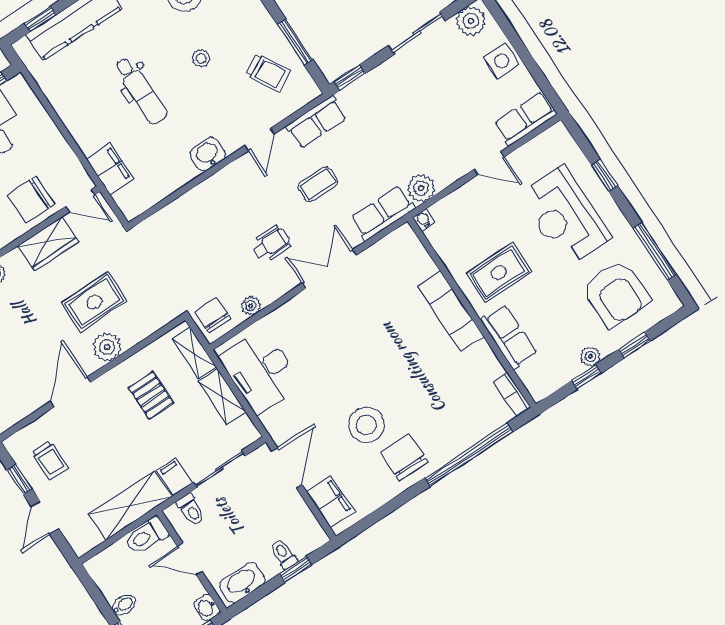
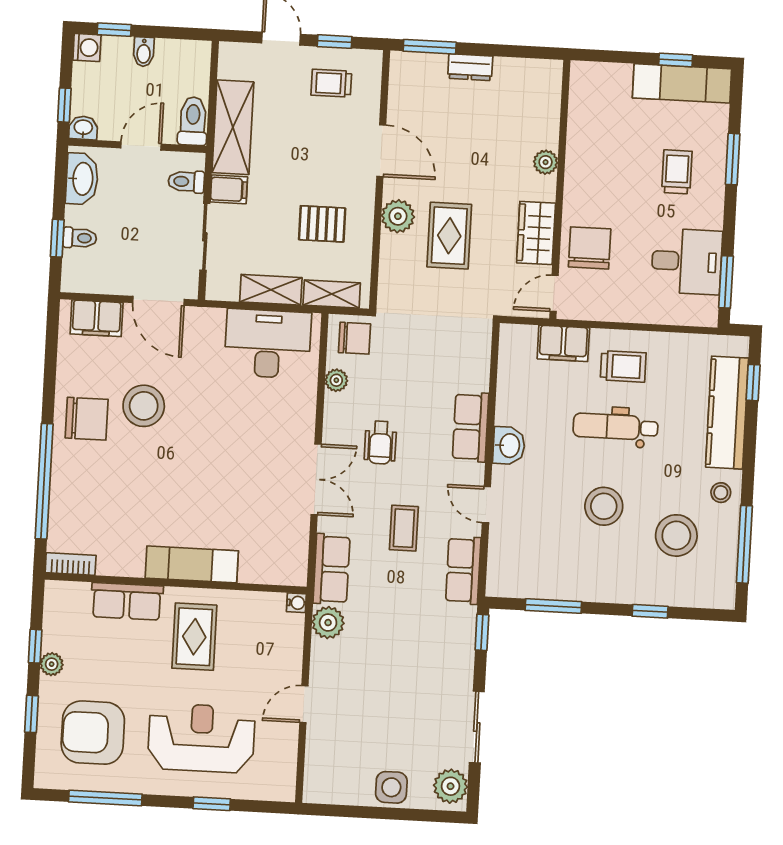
stool: (201, 58) -> (604, 506), width x1.89, depth x1.89
trolley: (268, 73) -> (623, 366), moved, turned -152
row of seats: (525, 119) -> (471, 427), moved, turned 180

